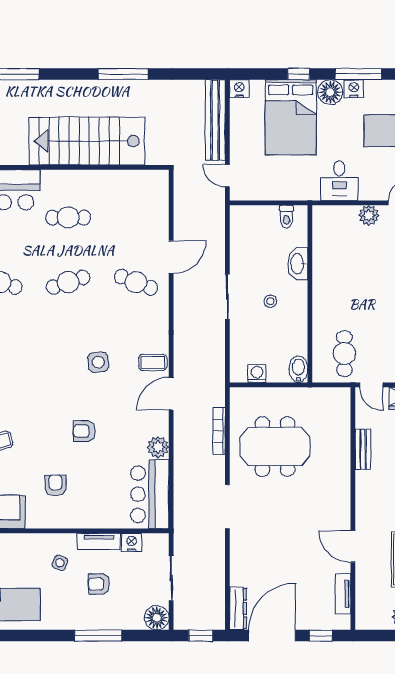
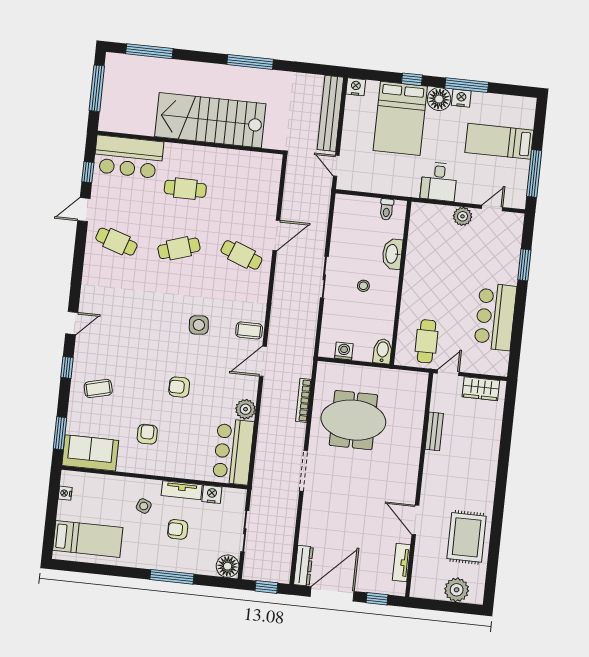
door: (371, 385) -> (448, 373), swing flipped

